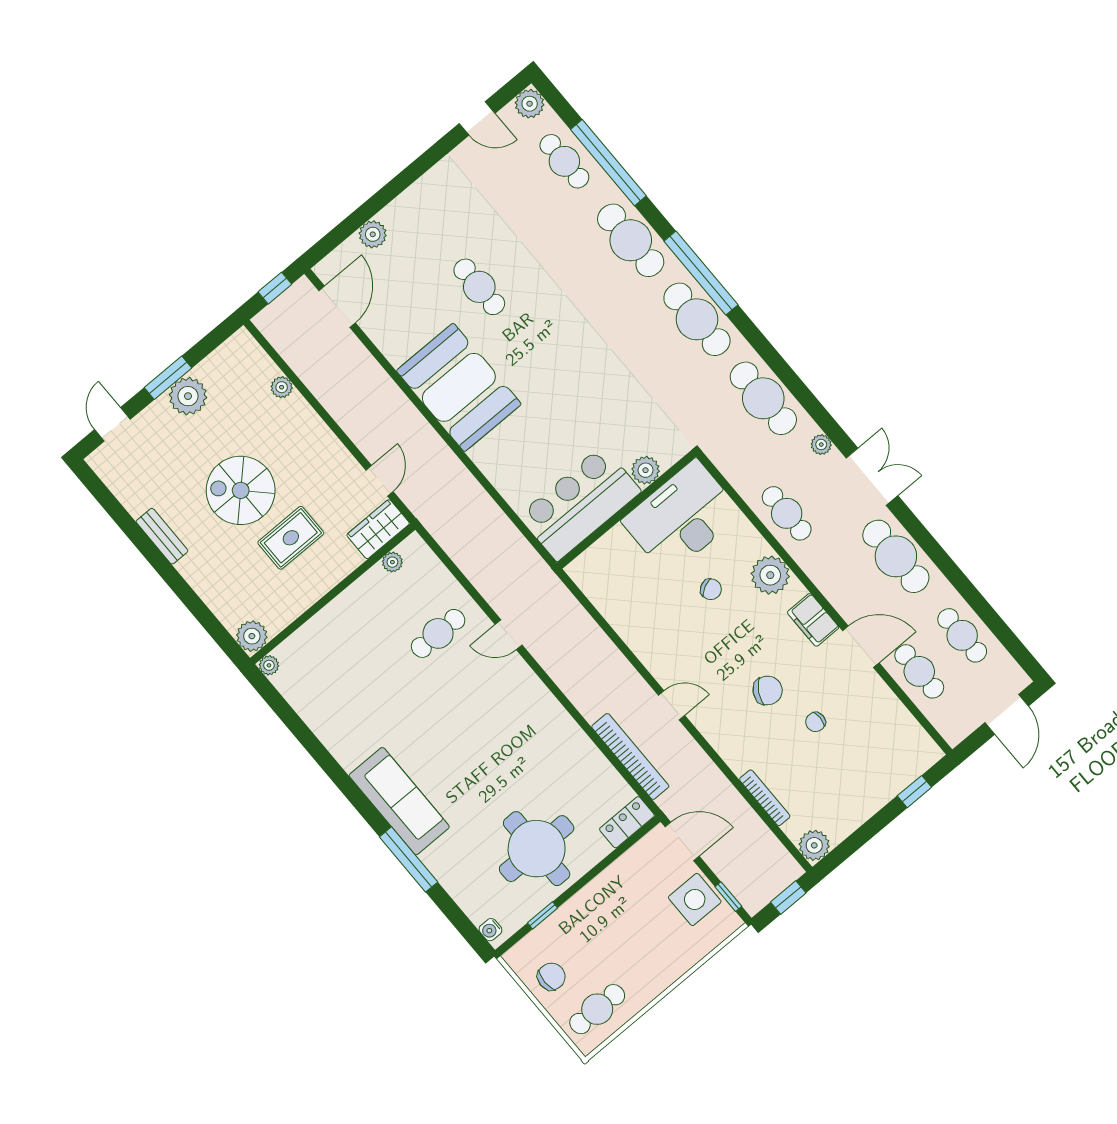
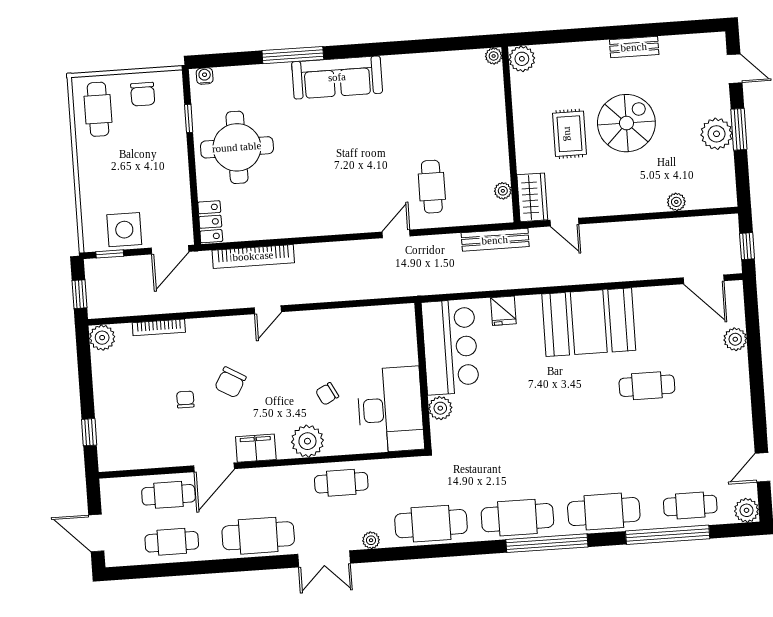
fridge: (507, 478) -> (503, 311), added
bench: (445, 535) -> (495, 240), added

